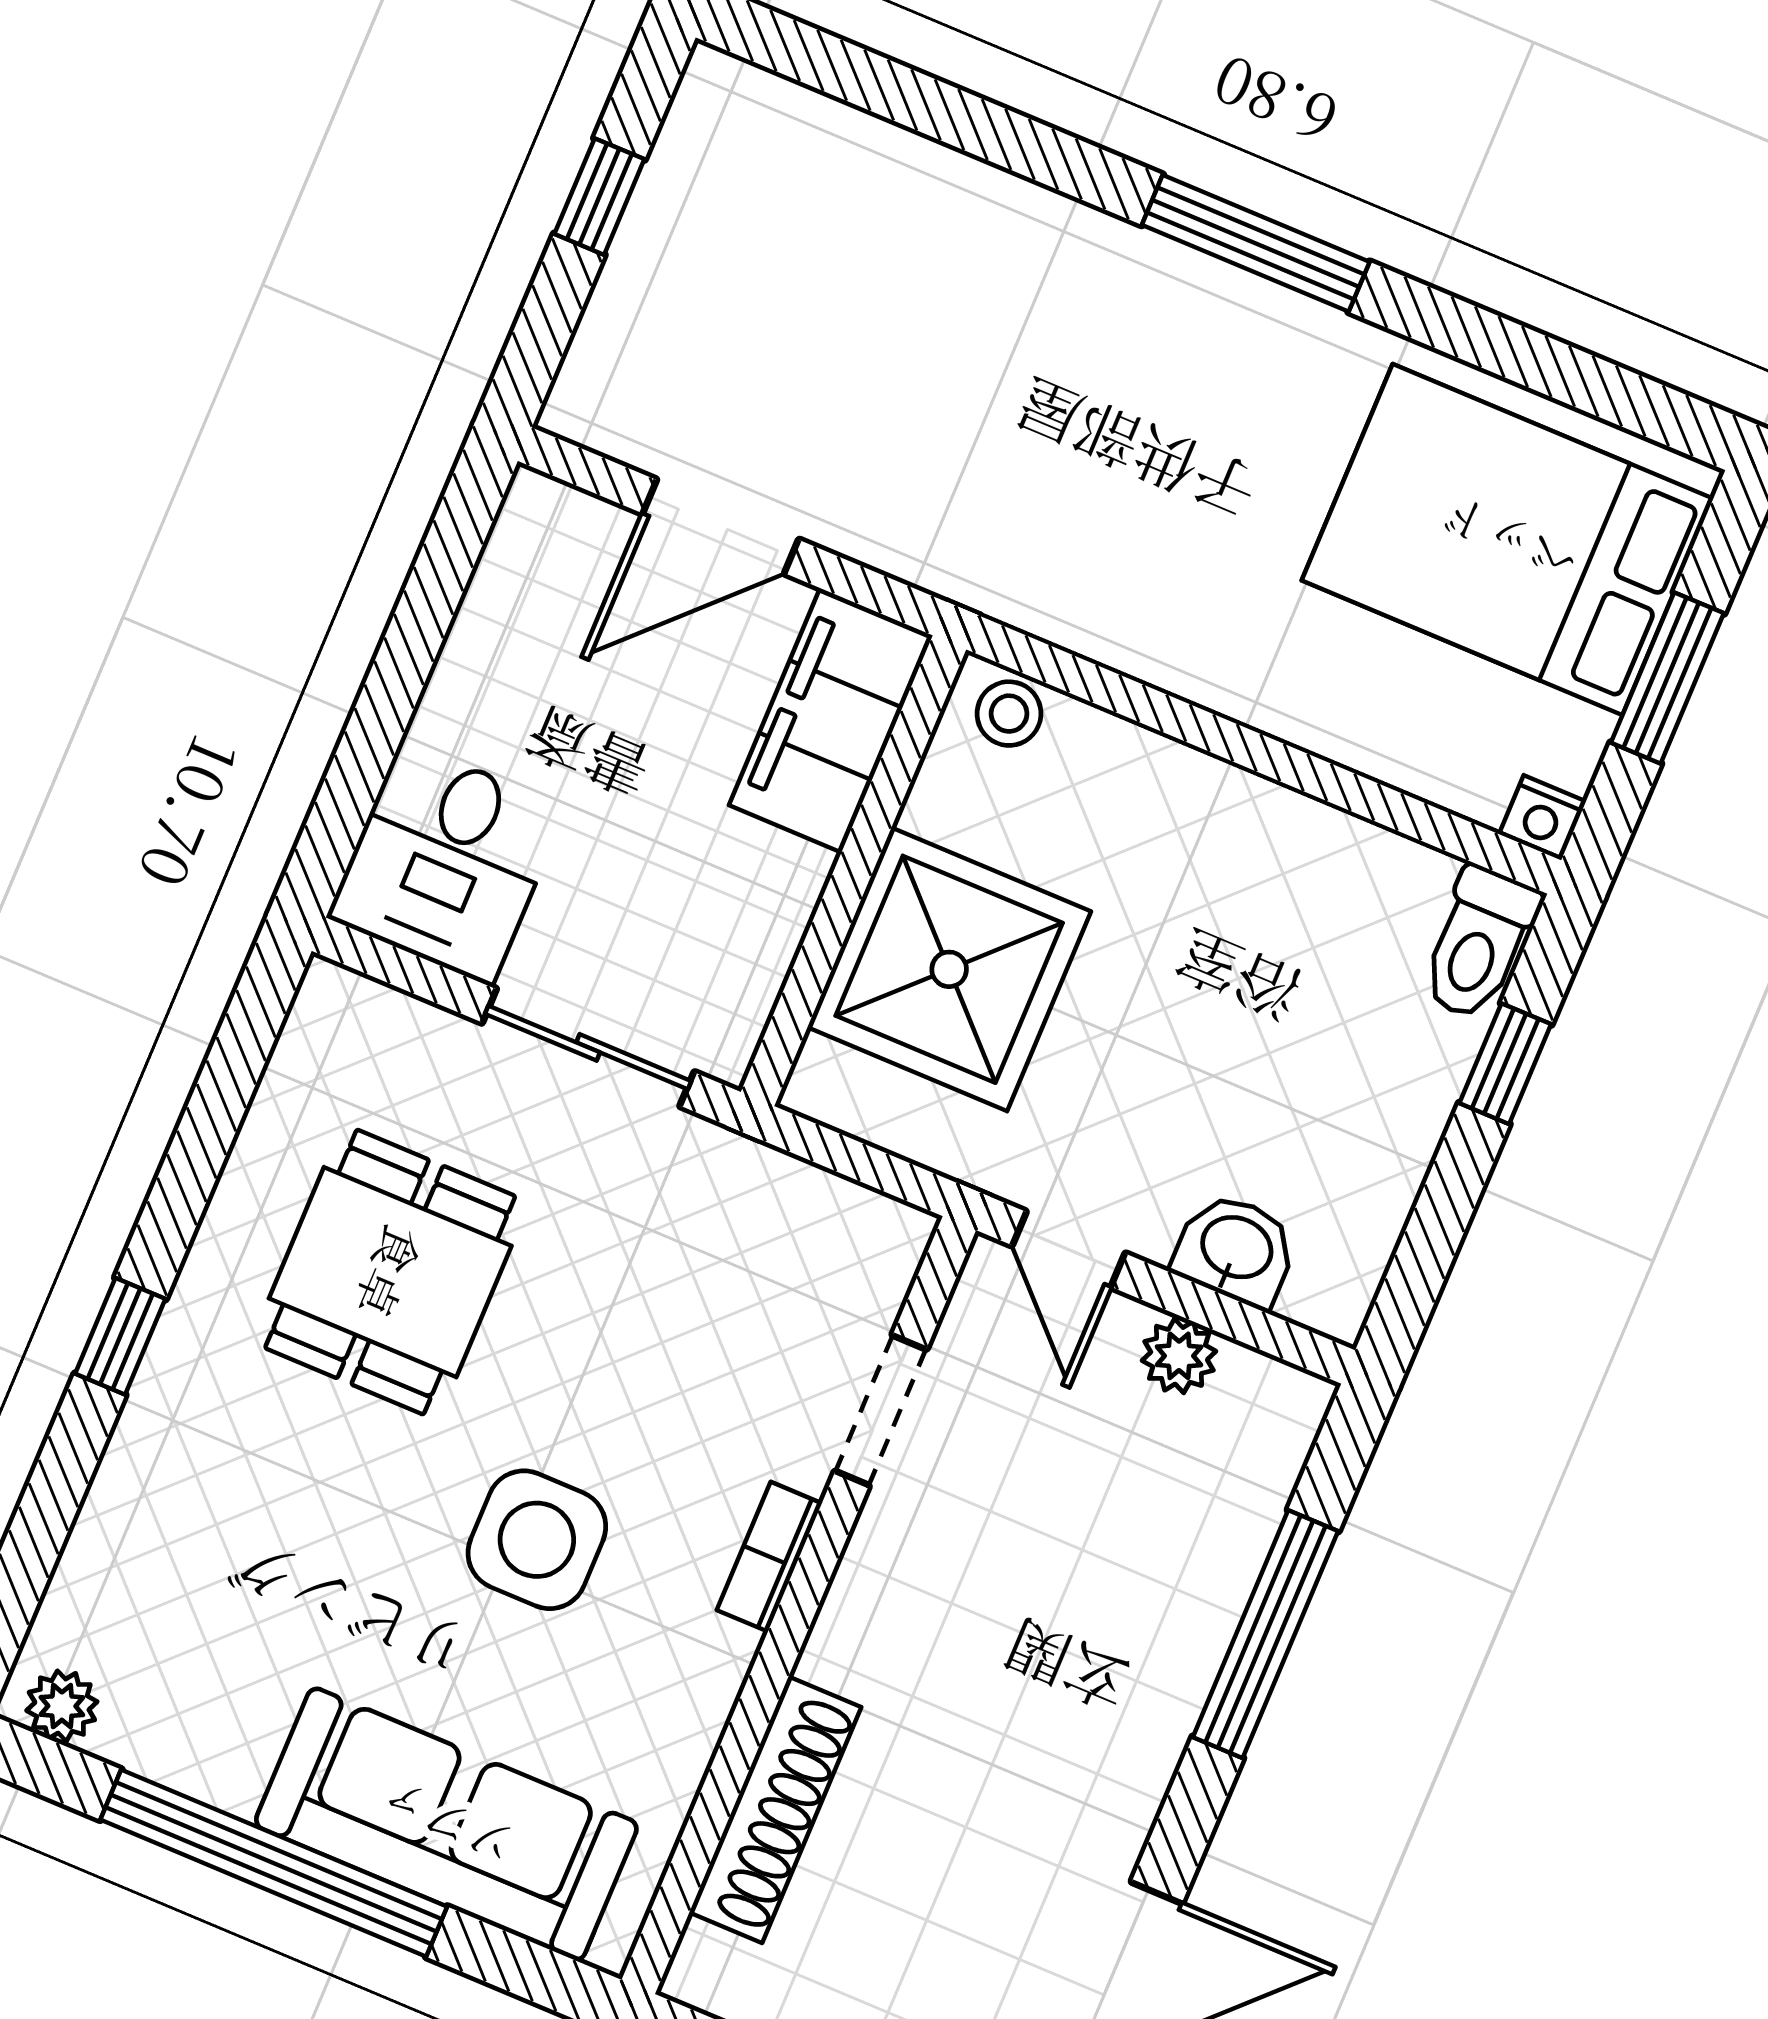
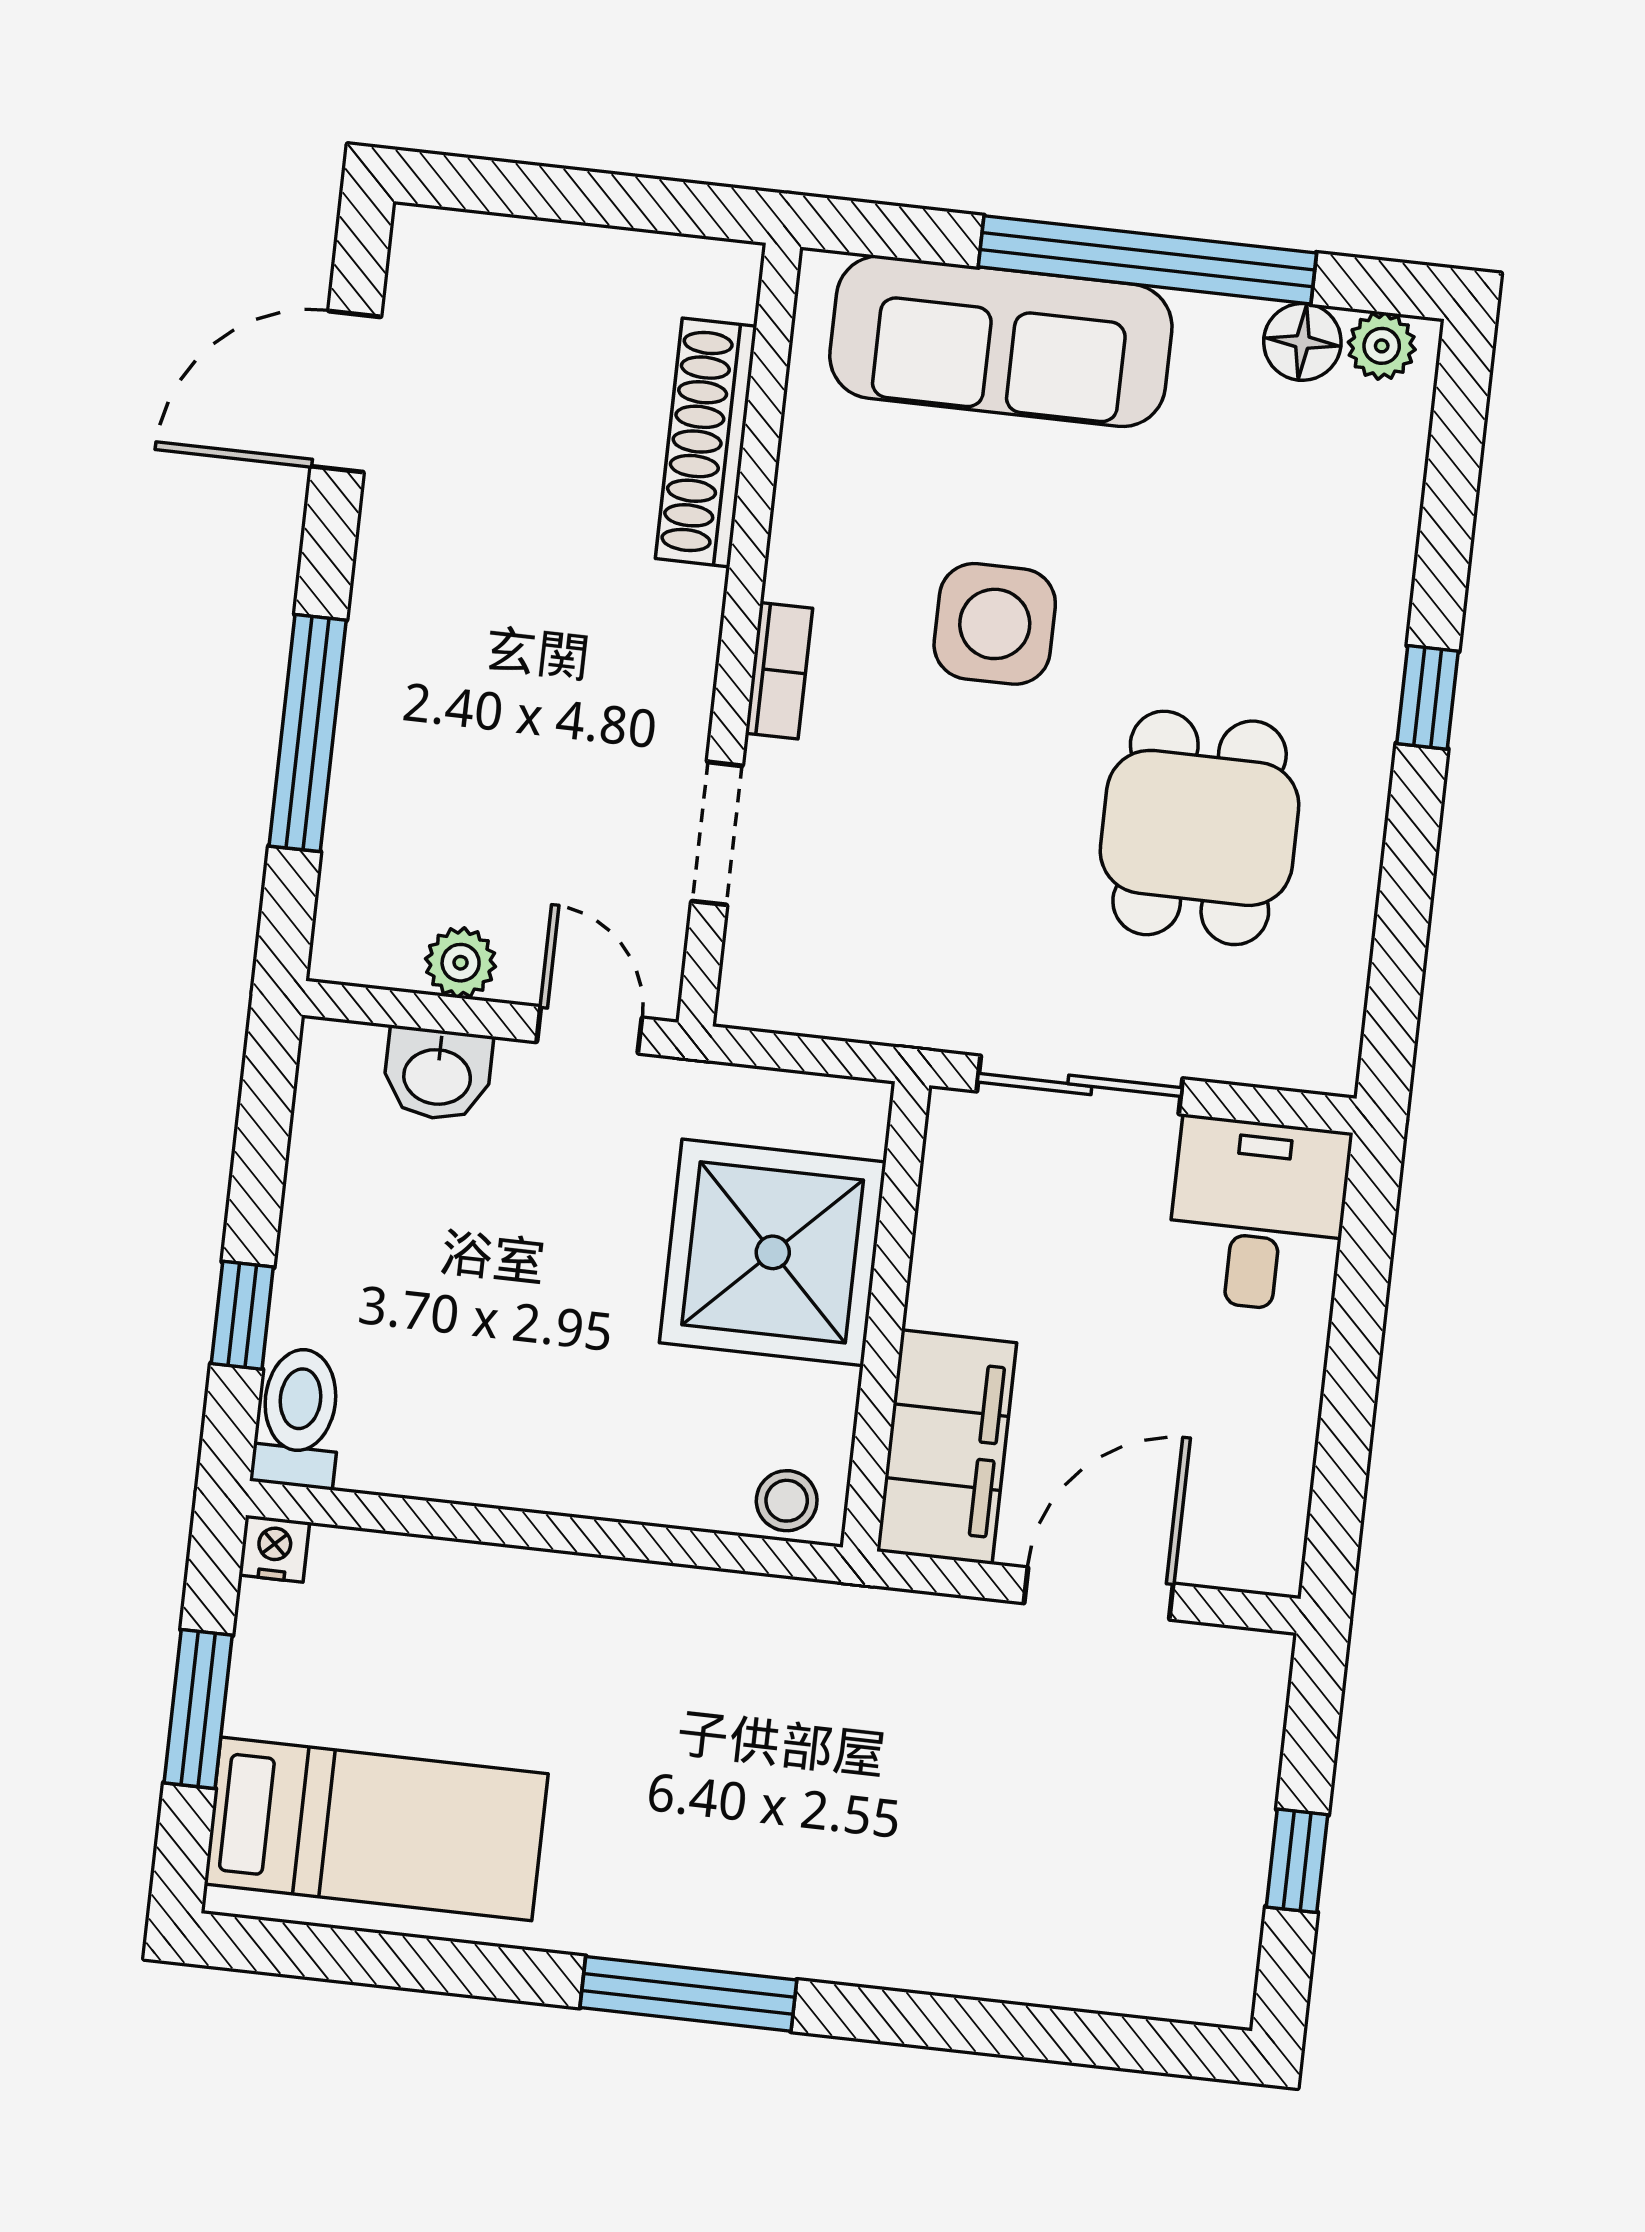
bed: (1508, 540) -> (376, 1829), width x0.67
floor lamp: (141, 1734) -> (1302, 342), added

